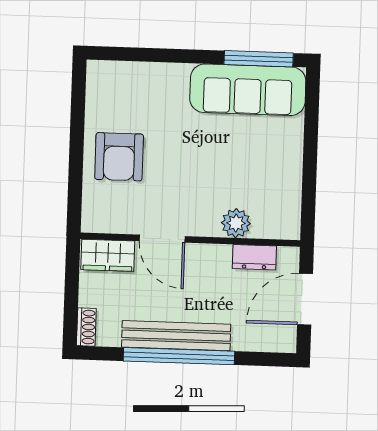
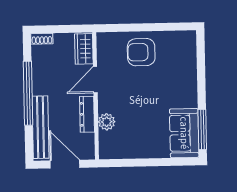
sofa: (248, 90) -> (184, 133), width x0.73
dresser: (254, 257) -> (87, 114), moved, width x1.44
bench: (176, 336) -> (41, 127), moved

